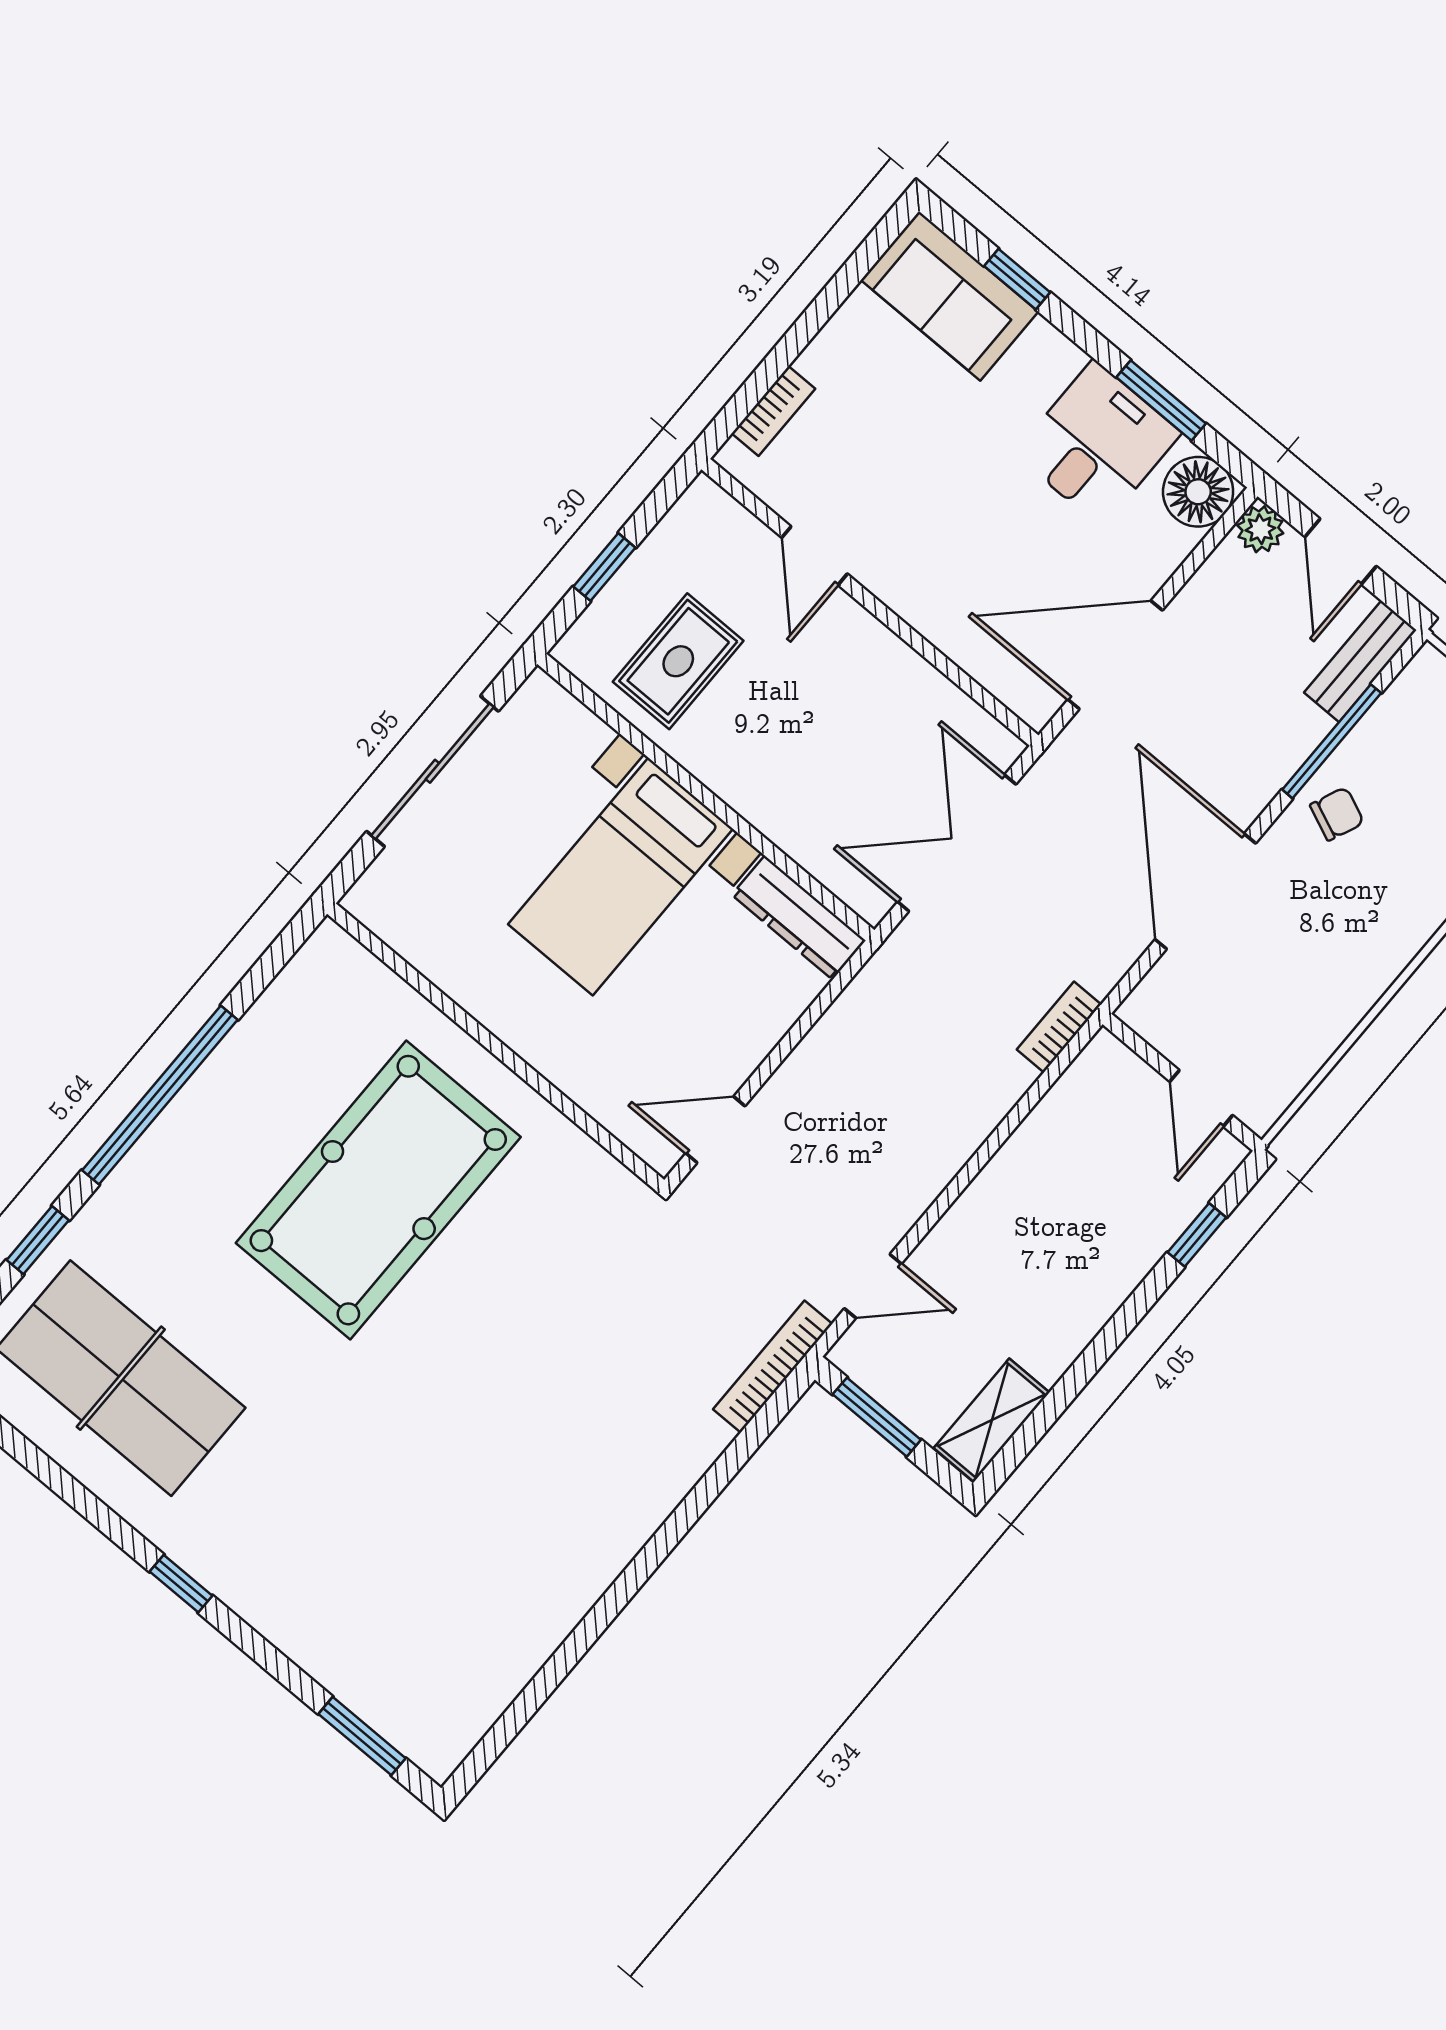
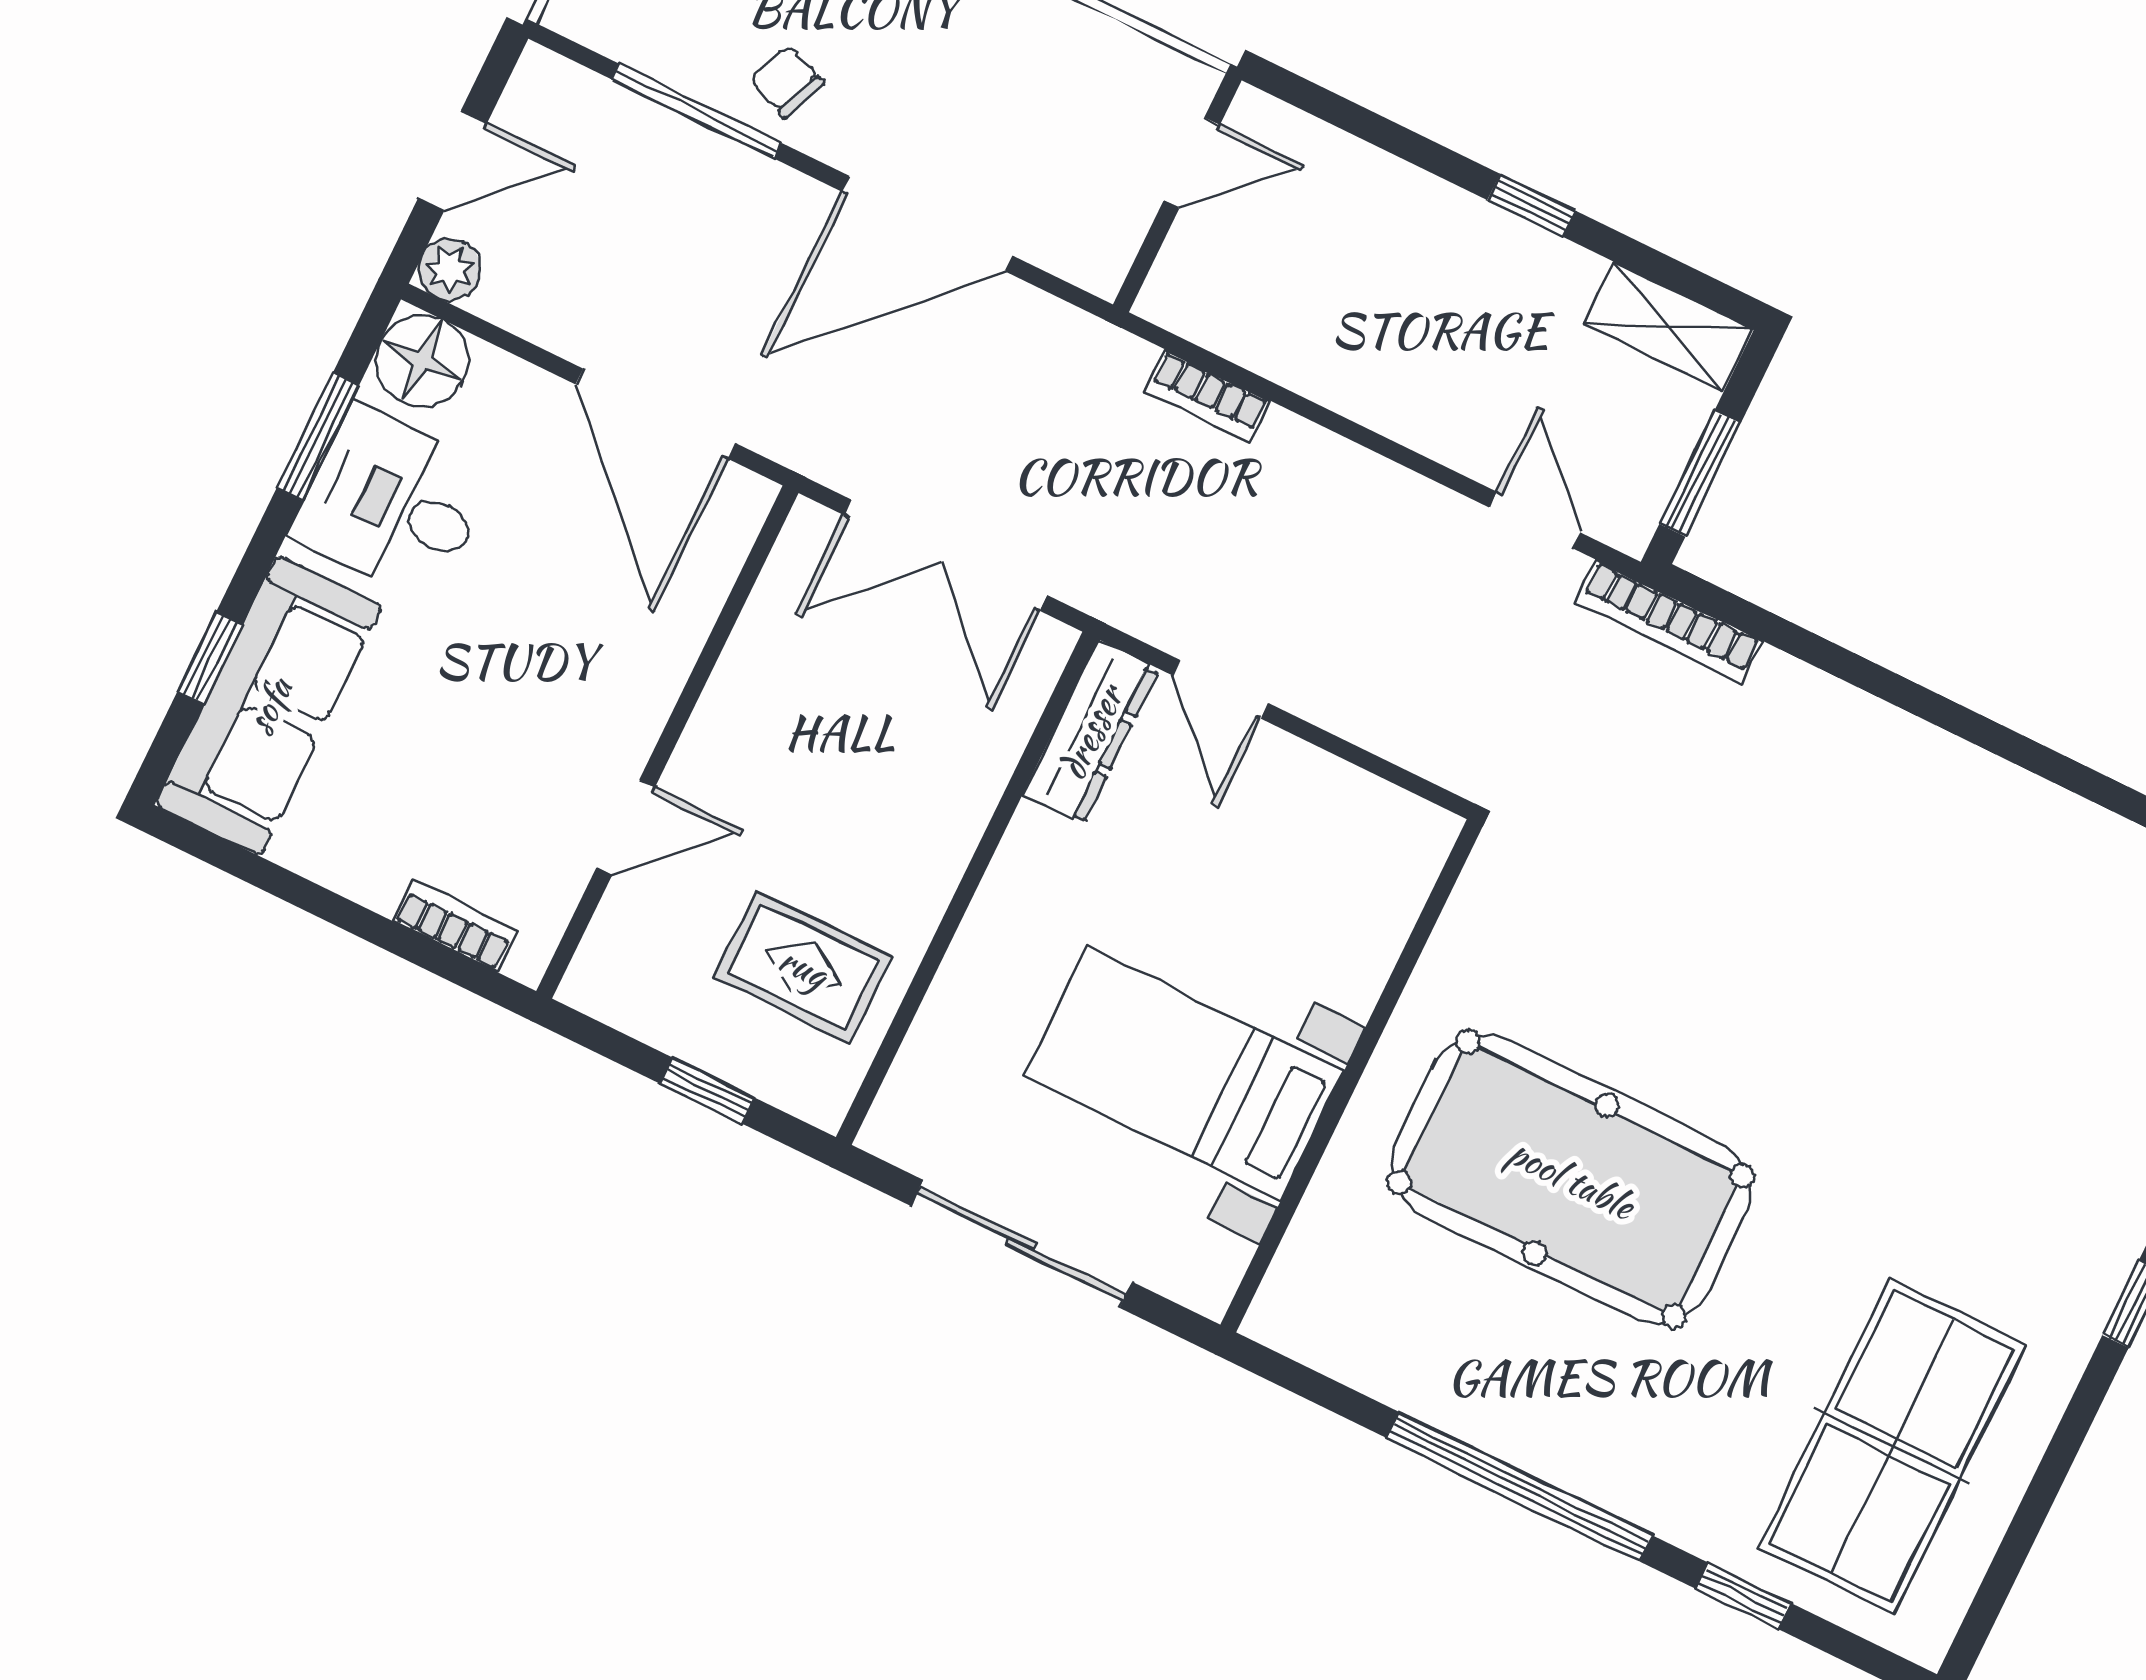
sofa: (950, 296) -> (269, 706), width x1.36
bench: (1360, 661) -> (586, 100), removed
bed with nightstands: (621, 877) -> (1184, 1073), moved, turned 180
bookcase: (1059, 1027) -> (1208, 396), moved
door: (715, 1130) -> (1220, 689), moved
window: (1197, 1235) -> (1532, 205), moved

